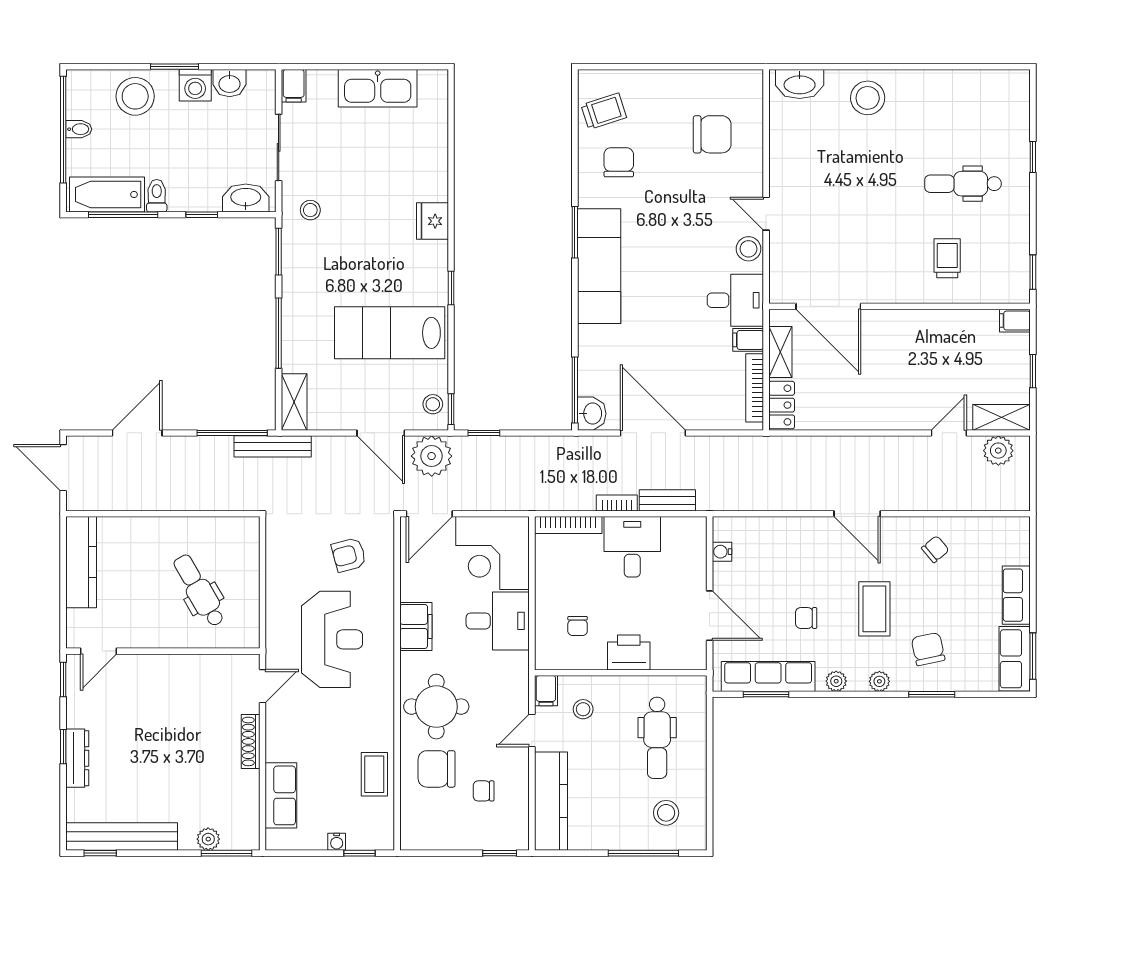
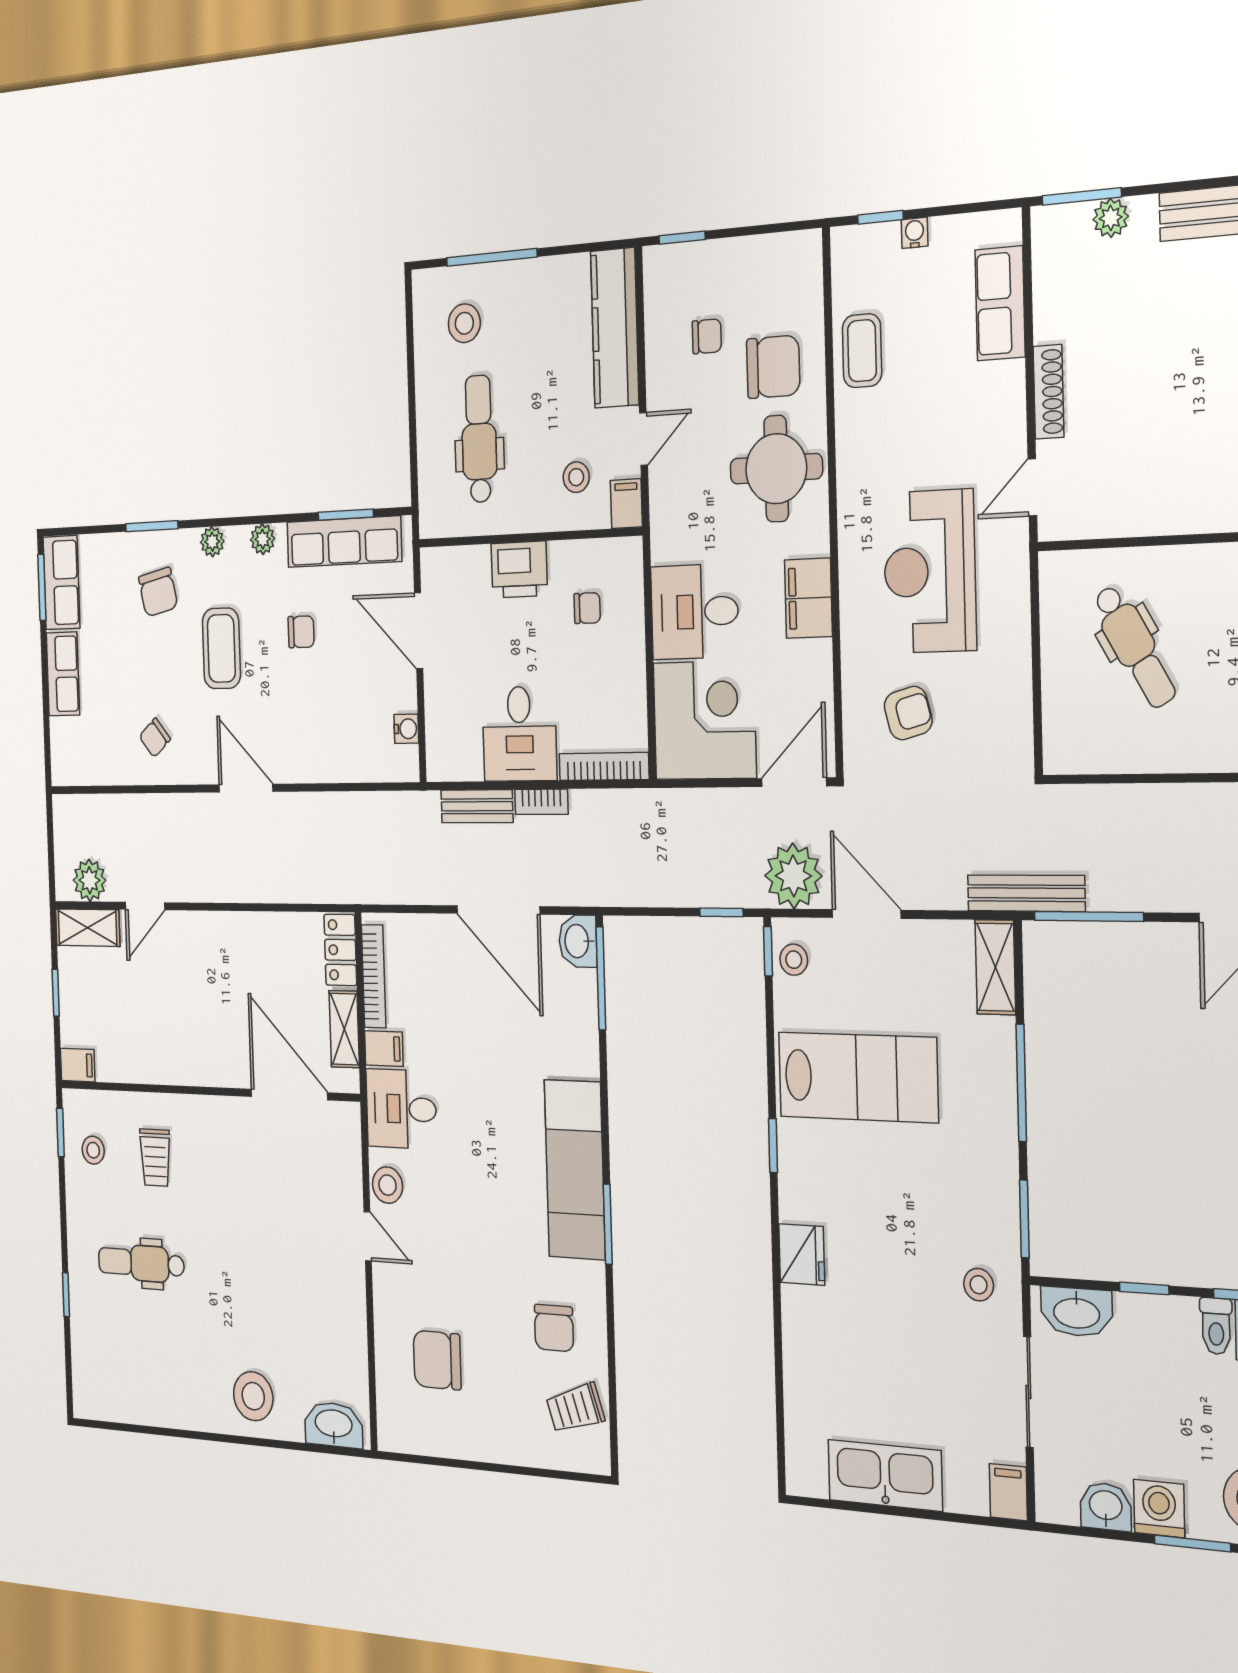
dental chair: (963, 184) -> (141, 1263), turned 180
stool: (1003, 261) -> (93, 1150), added
chair: (578, 626) -> (587, 608), turned 90

